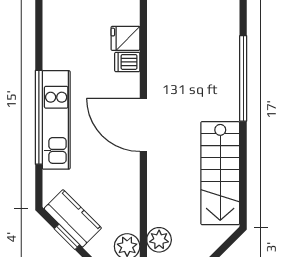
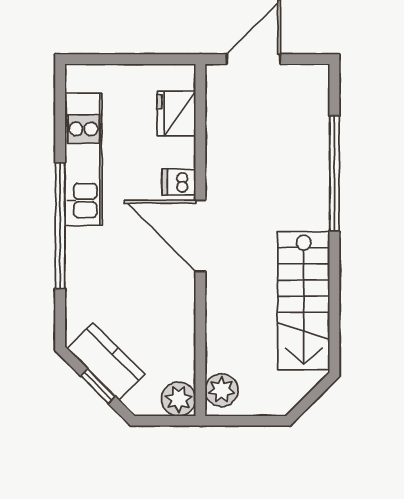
fridge: (125, 38) -> (176, 114), width x1.38
dishwasher: (127, 62) -> (179, 182), moved
kitchen unit: (56, 120) -> (83, 159), moved

